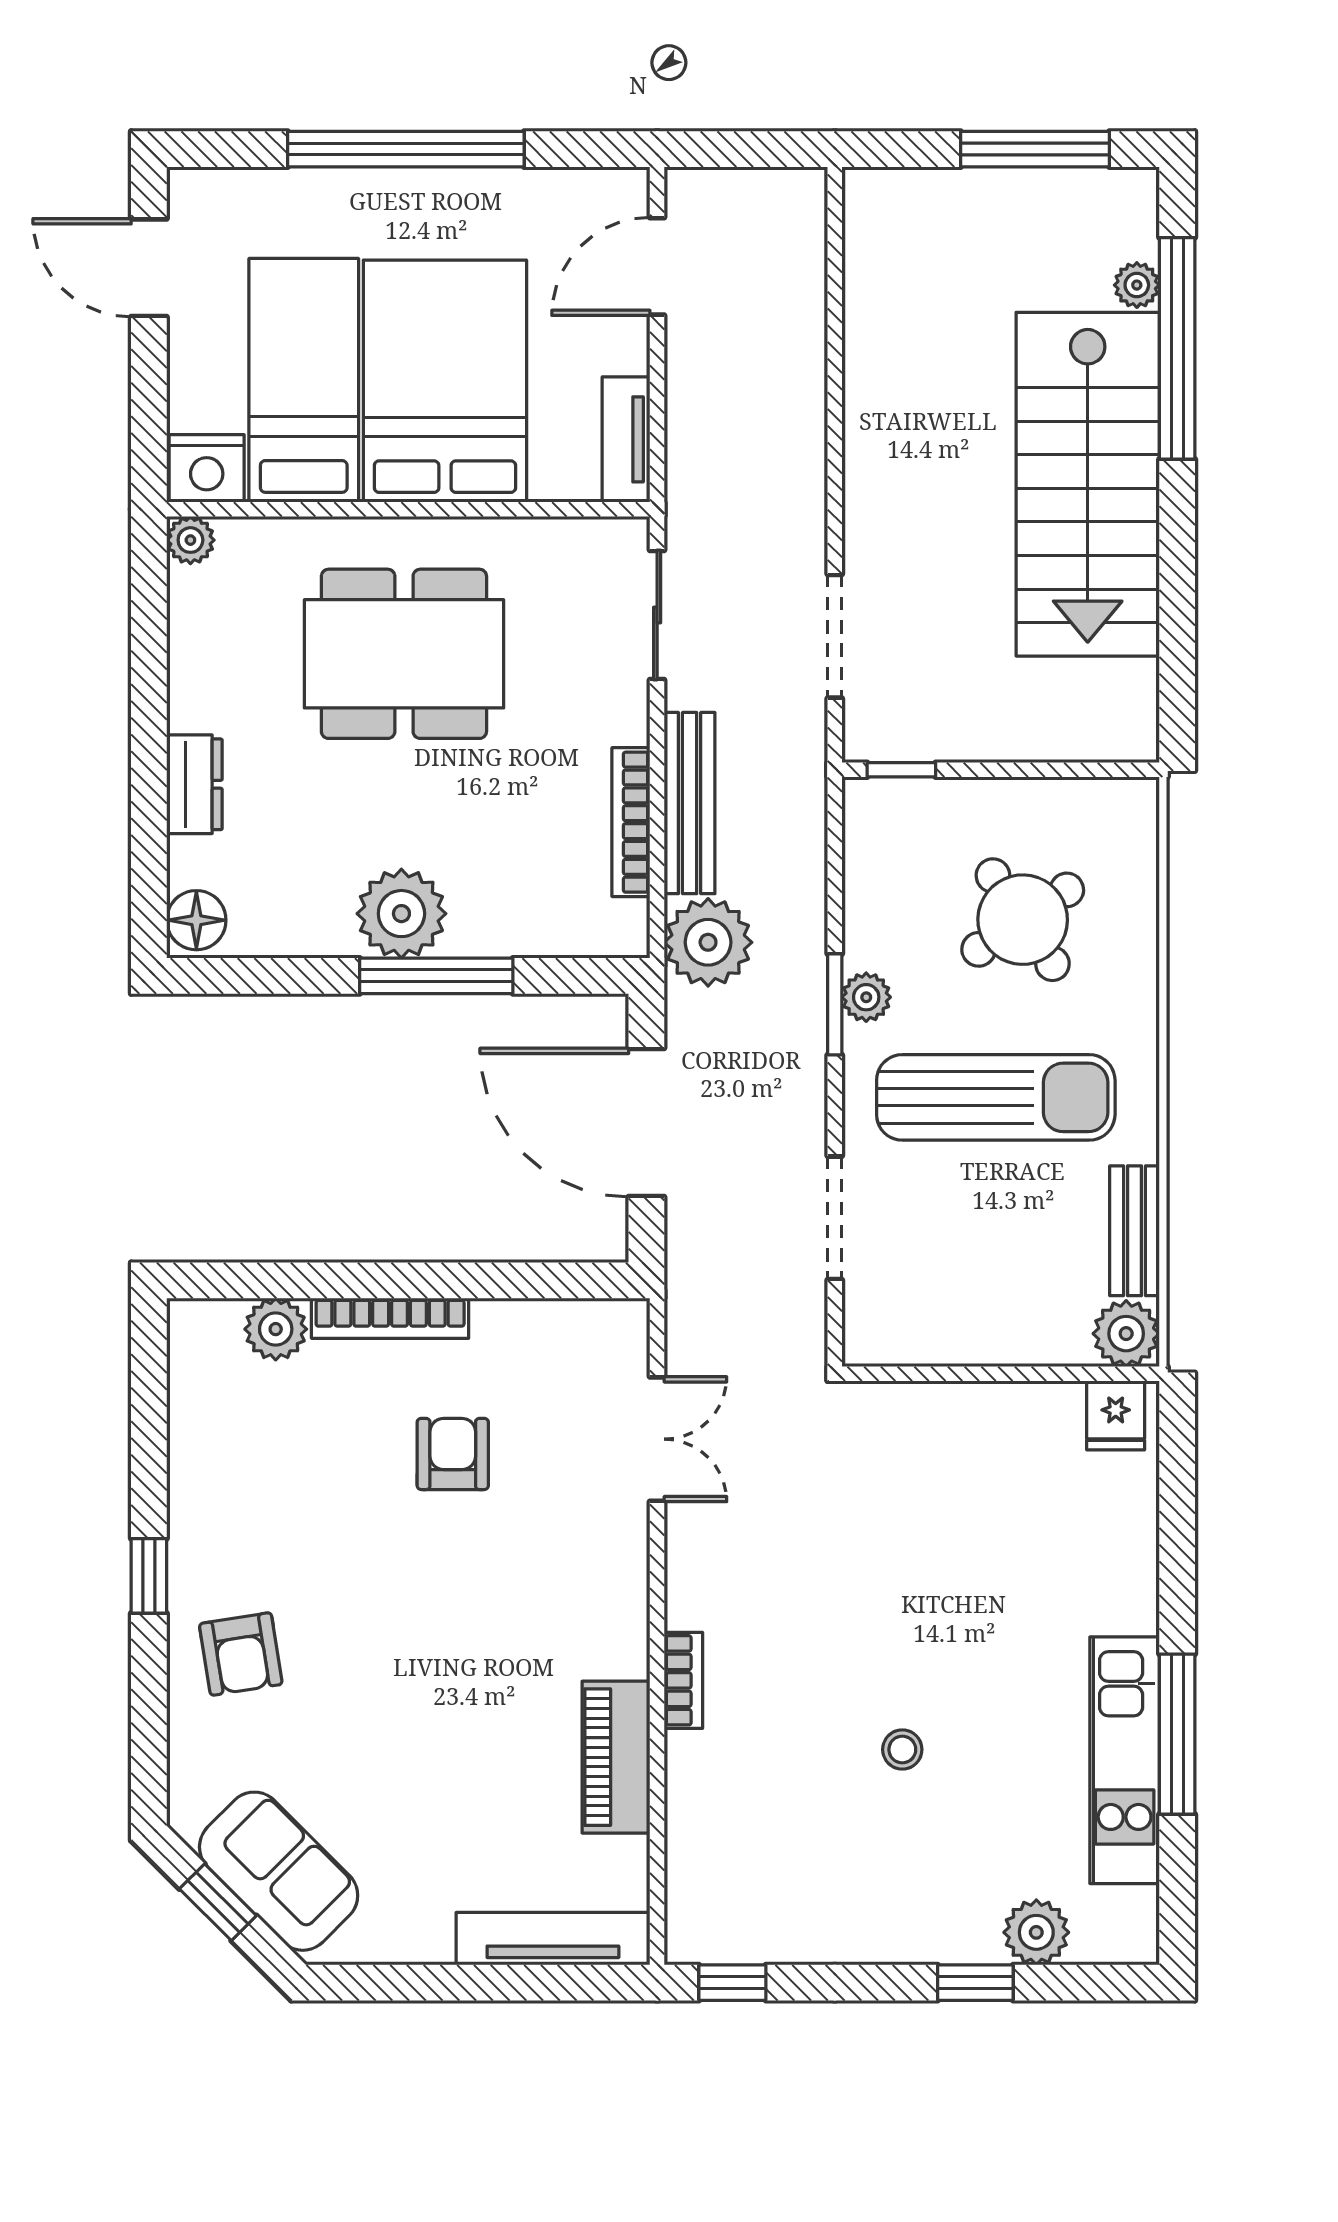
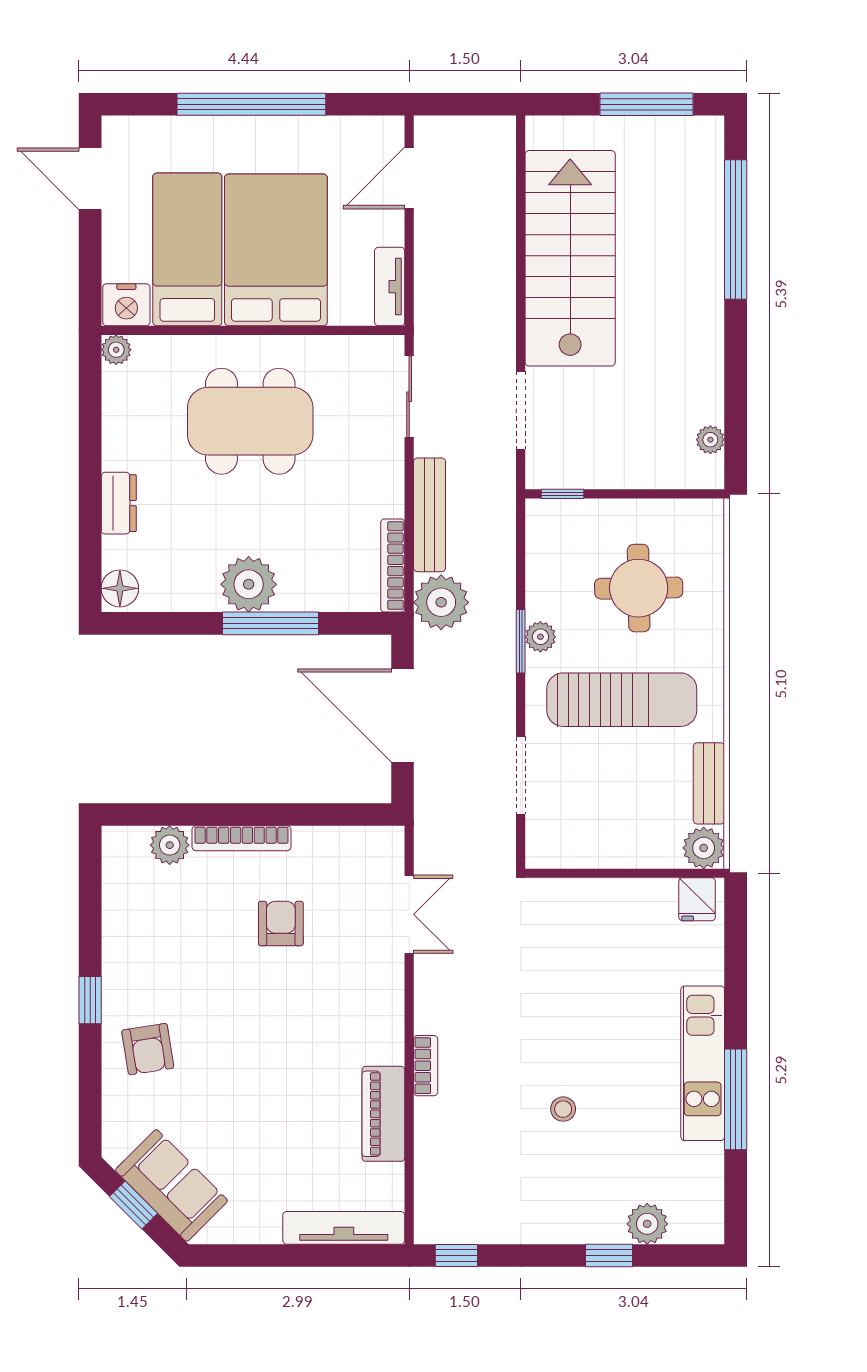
plant: (1137, 285) -> (710, 440), moved
stairs: (1088, 484) -> (570, 258), moved, turned 180
bookcase: (631, 822) -> (393, 565), moved
round table: (1023, 920) -> (639, 588), turned 33
kitchen unit: (1125, 1760) -> (703, 1063), moved

